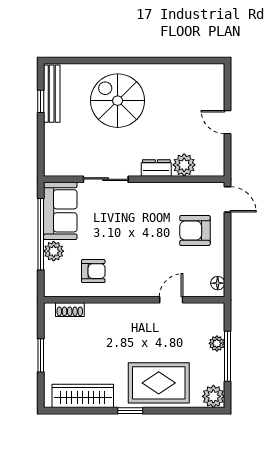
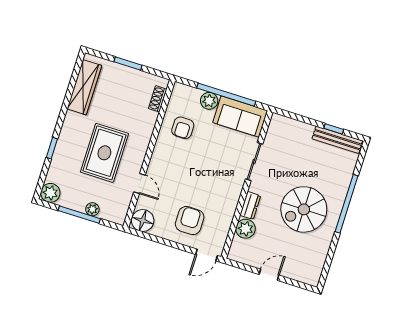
window: (120, 61) -> (347, 204), added
spiral stairs: (118, 101) -> (304, 209), moved, turned 180
floor lamp: (218, 283) -> (143, 221), width x1.89, depth x1.89
rug: (159, 383) -> (104, 153), moved
window: (130, 411) -> (52, 148), moved

